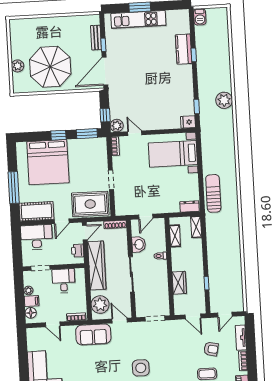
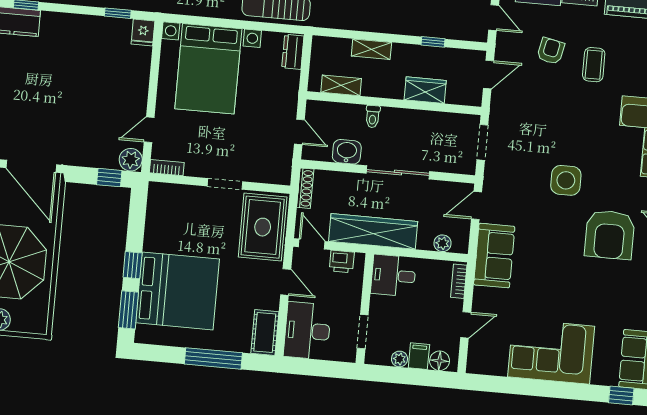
window: (87, 134) -> (128, 310), moved
bed with nightstands: (173, 154) -> (208, 69), width x1.36
cot: (36, 211) -> (265, 333), width x0.73, depth x0.75
shelving: (196, 227) -> (371, 49), moved
desk: (64, 281) -> (393, 276), moved
plant: (100, 305) -> (442, 243), width x0.53, depth x0.53

